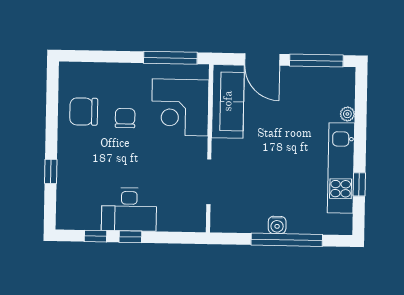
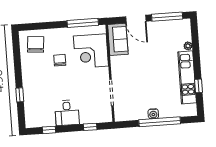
sofa: (228, 101) -> (118, 39), width x0.73
chair: (84, 112) -> (36, 44), moved, turned 95
desk: (129, 209) -> (67, 113), width x0.73
window: (130, 237) -> (90, 127), moved

